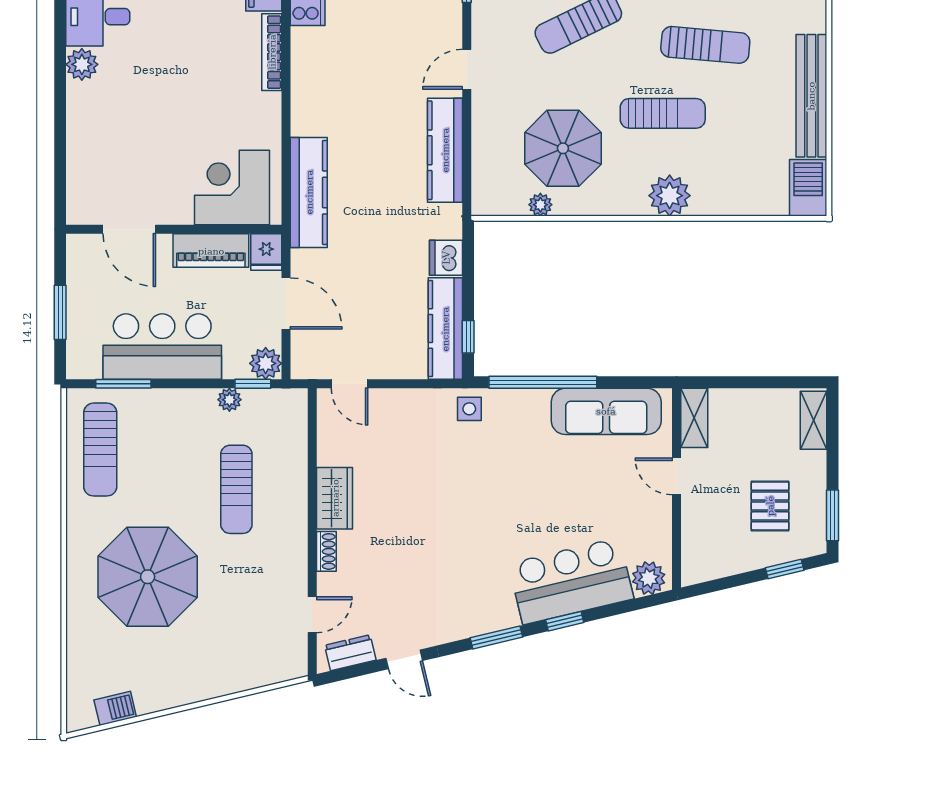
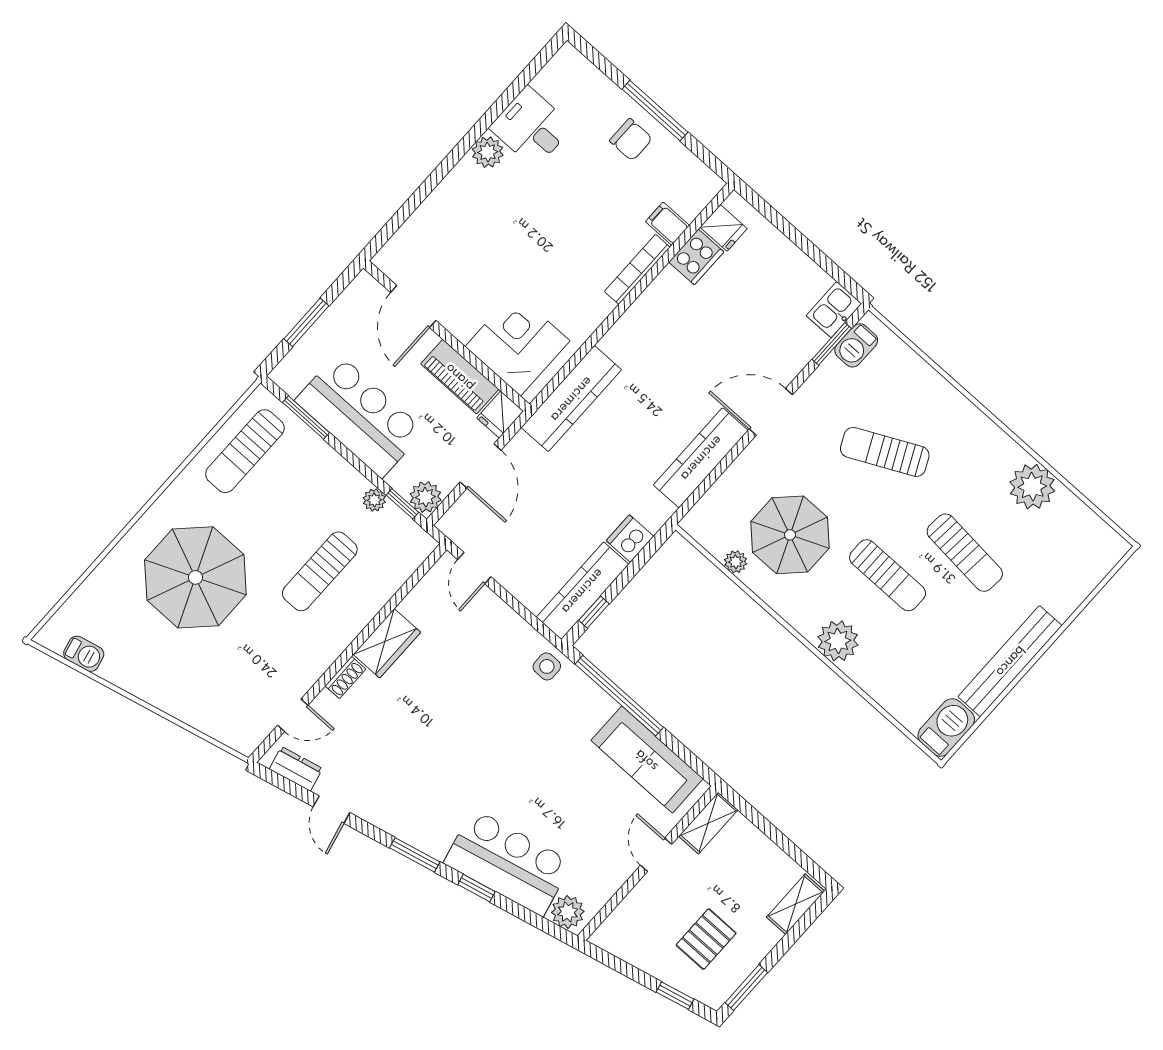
door: (467, 69) -> (771, 412), width x1.38

